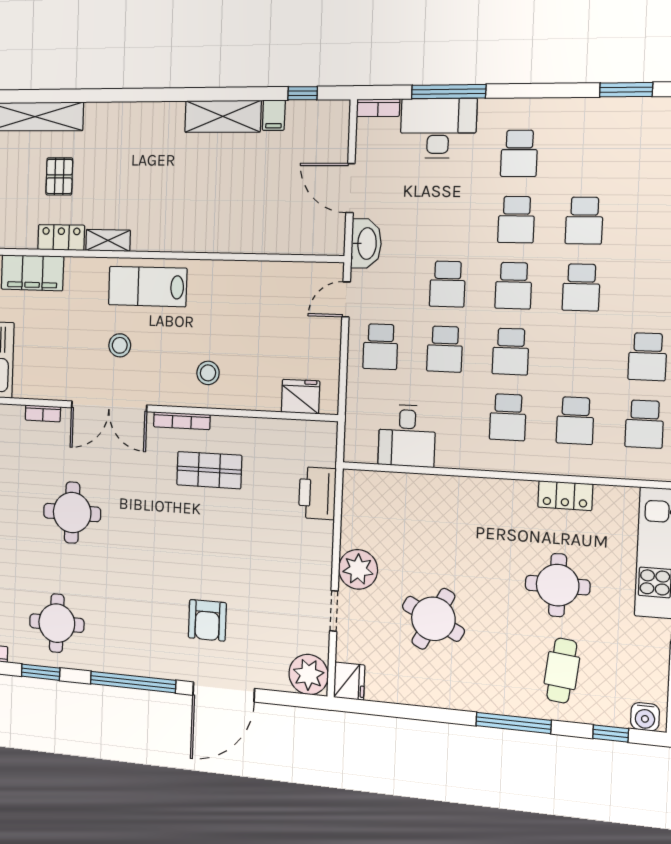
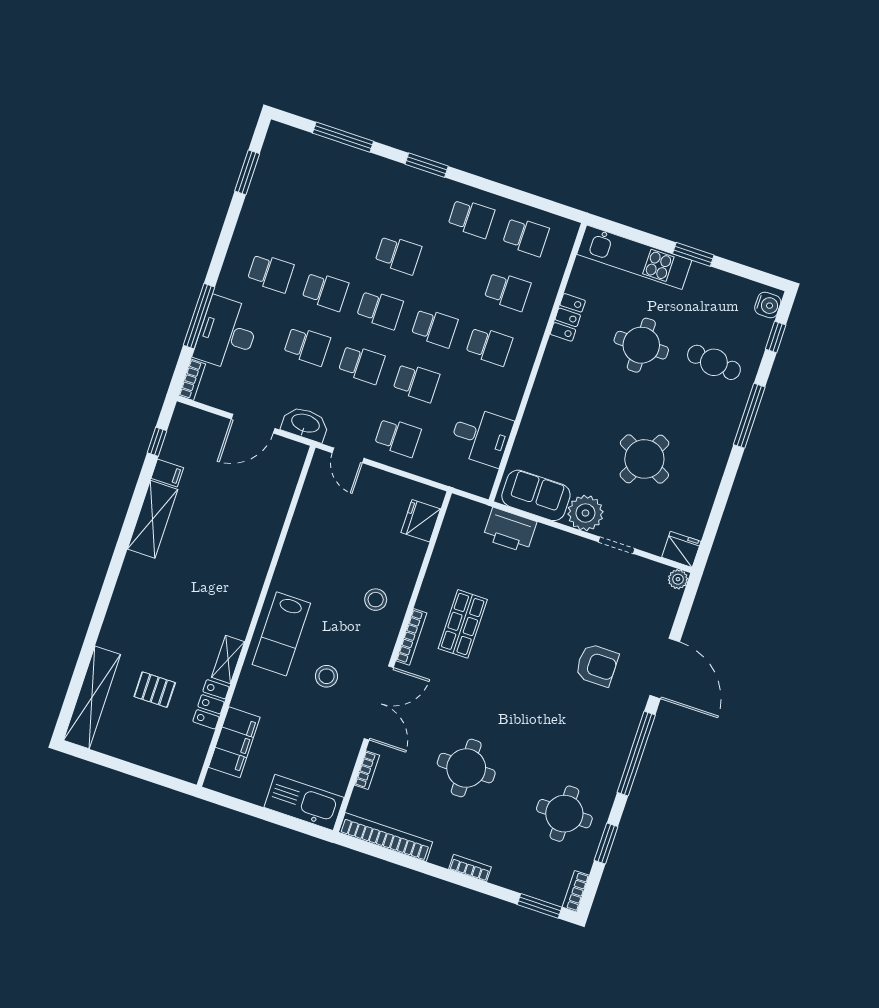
school desk: (584, 220) -> (307, 346), moved
sofa: (361, 512) -> (536, 495), added
plant: (309, 675) -> (678, 579), width x0.53, depth x0.53

